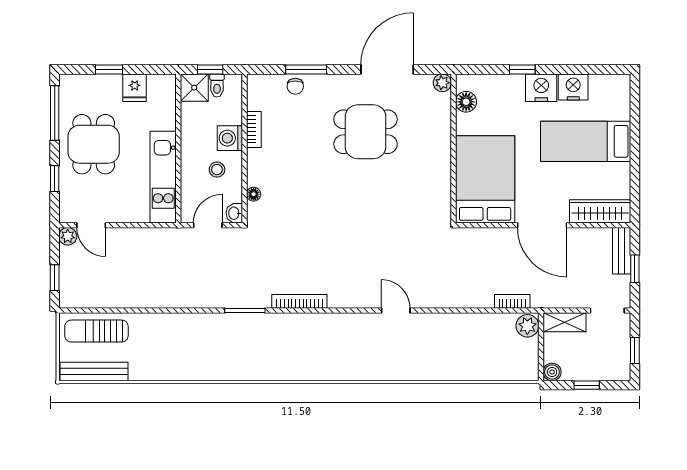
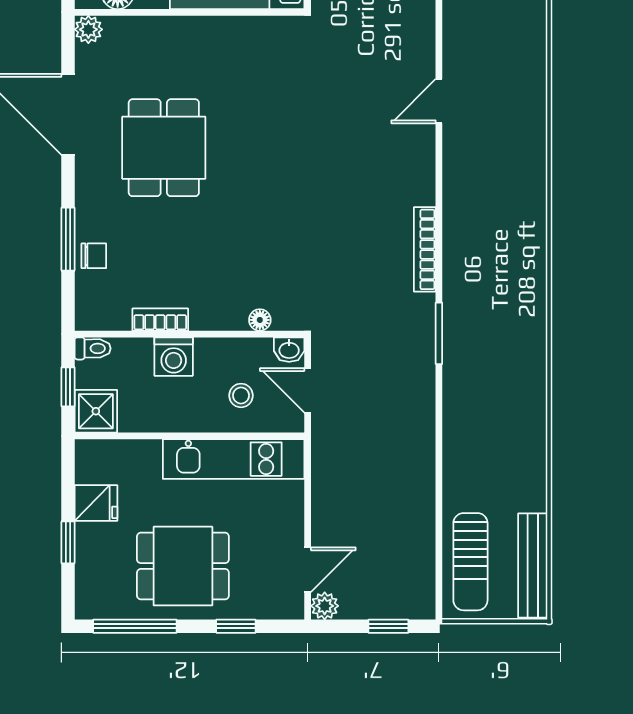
toilet: (217, 85) -> (93, 348), moved
stool: (217, 170) -> (241, 395), moved

